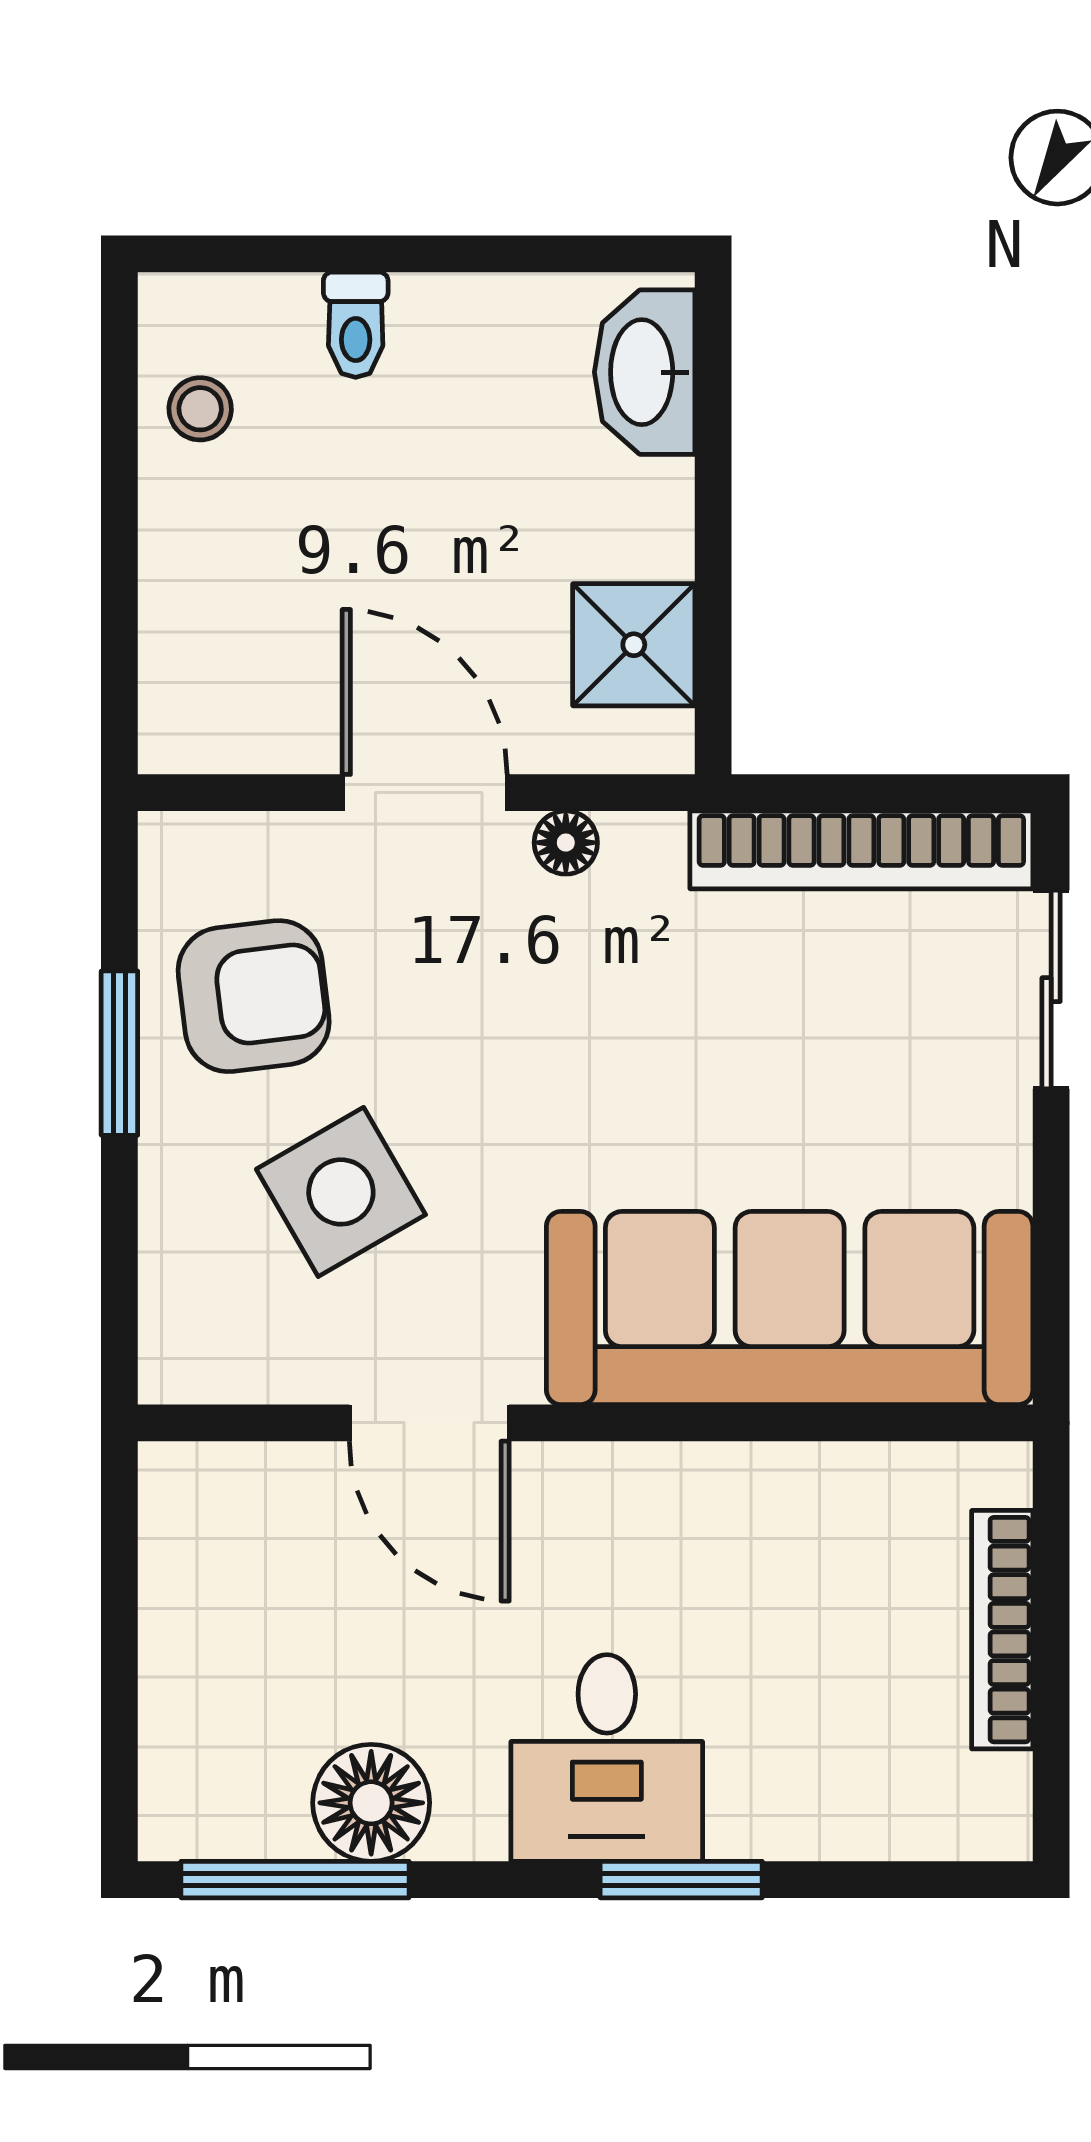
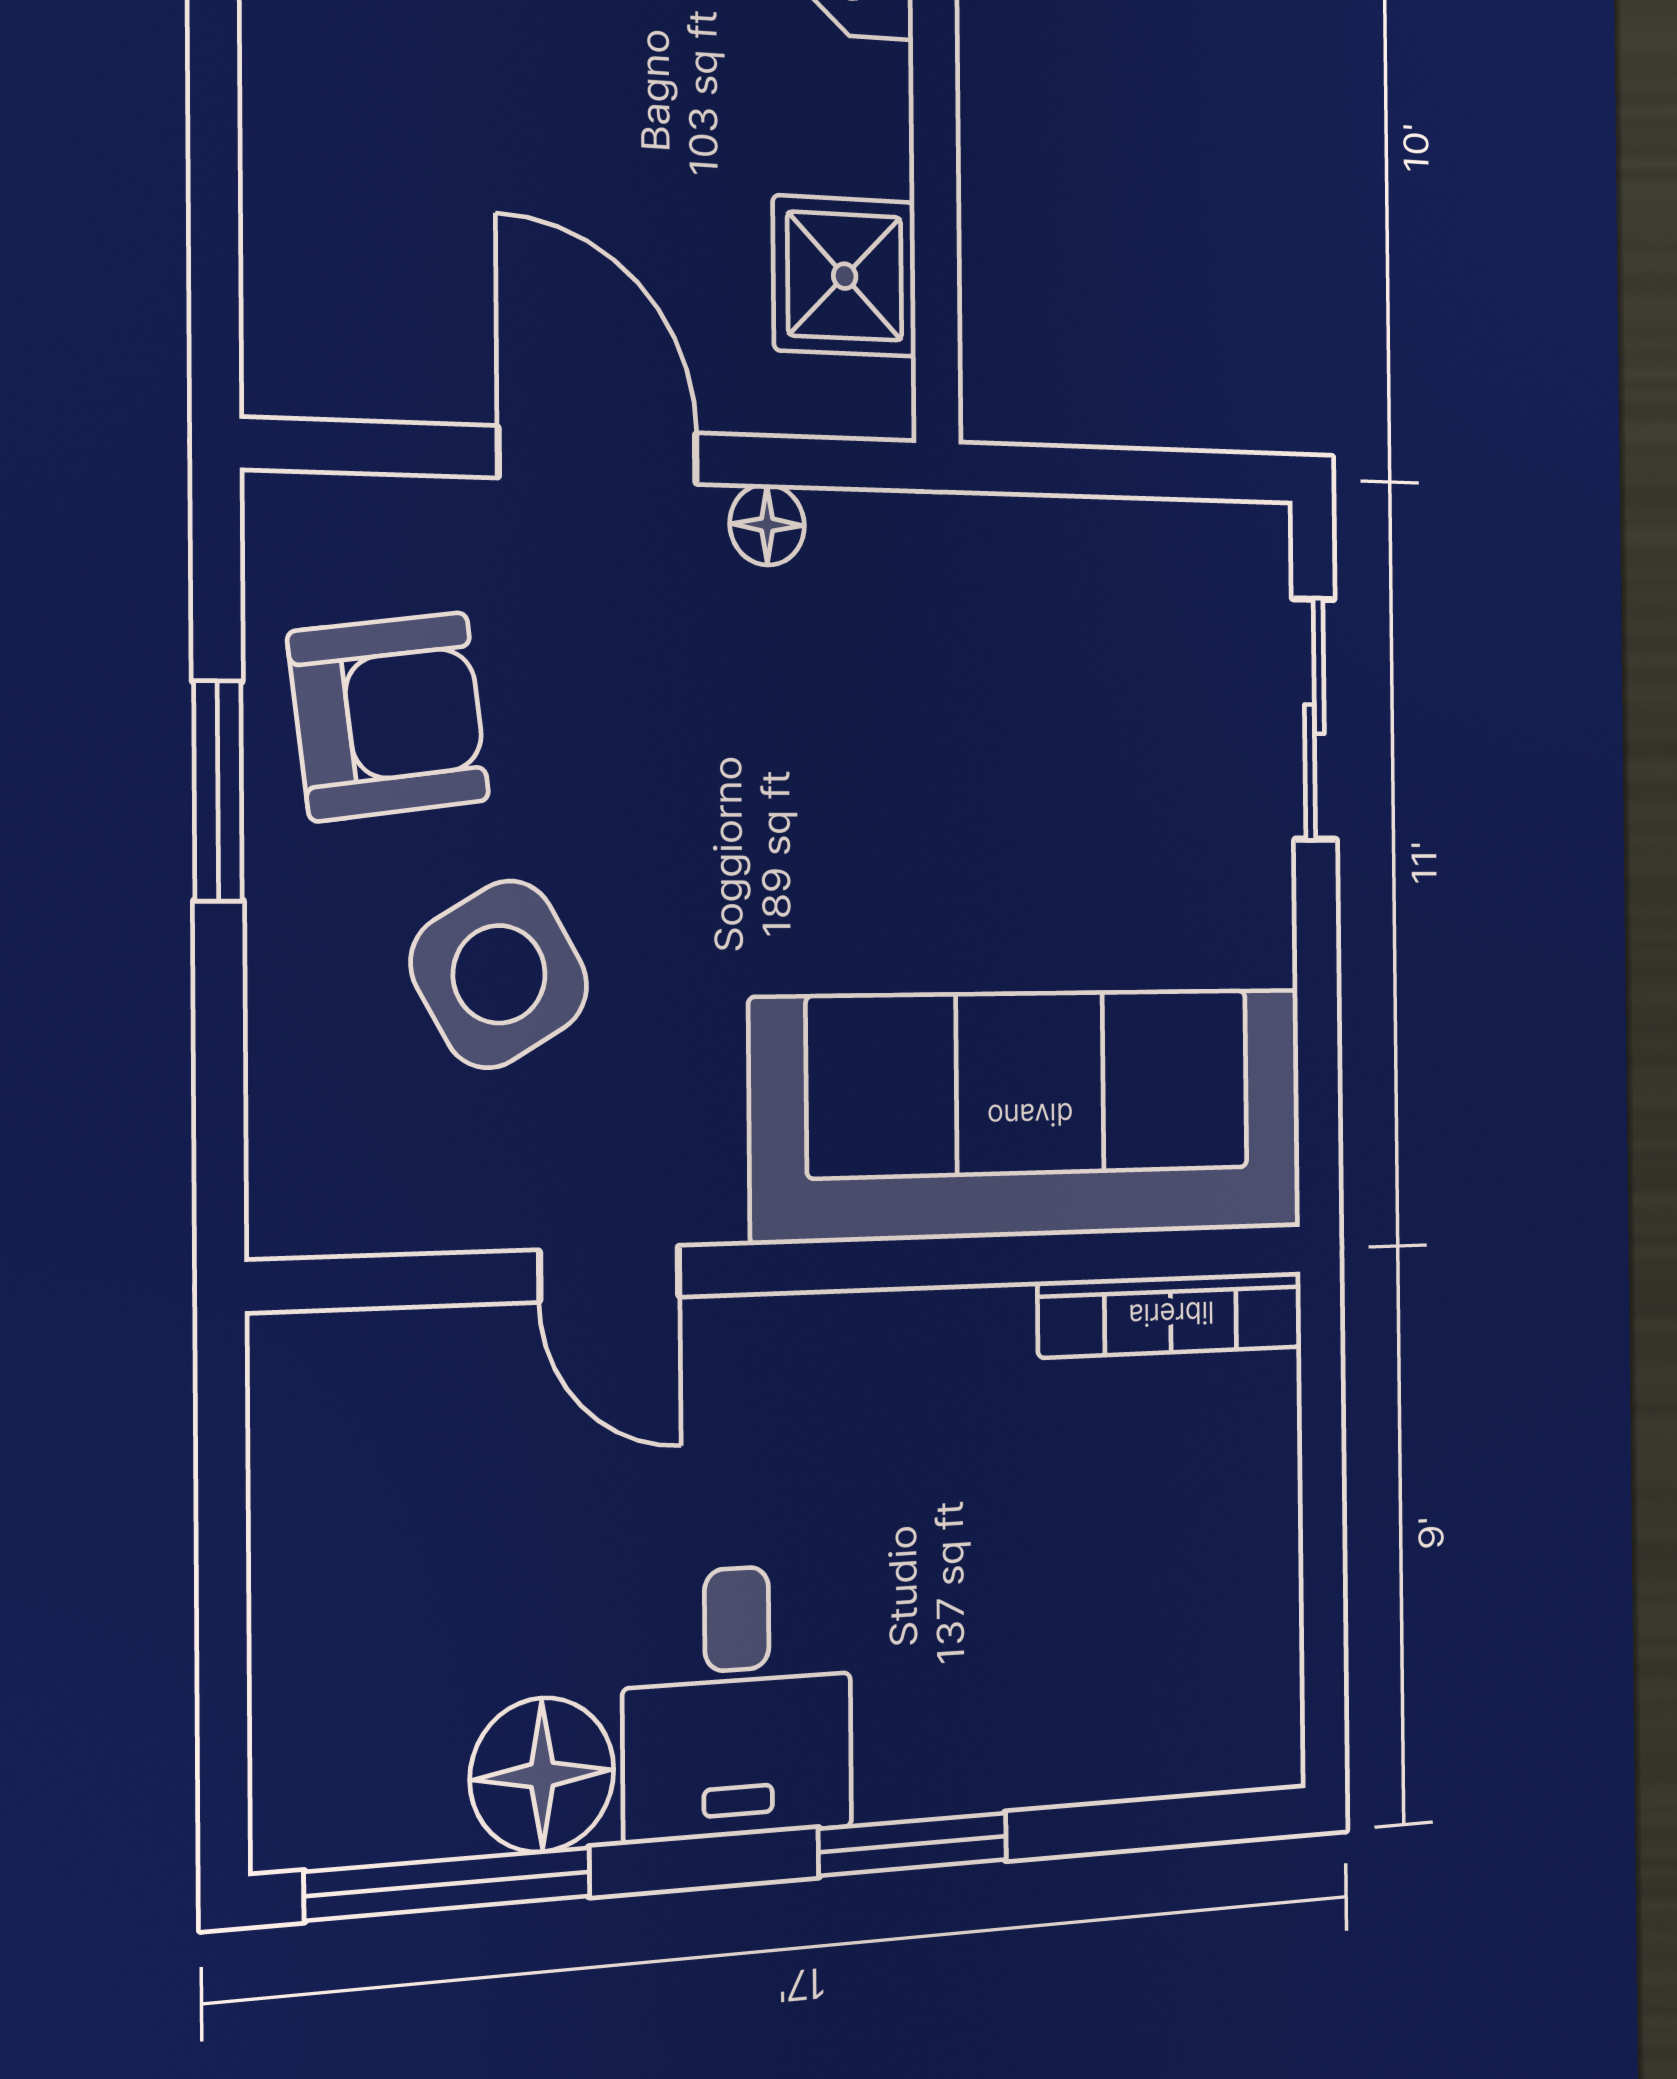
bookcase: (861, 850) -> (1106, 543), removed
door: (429, 1423) -> (610, 1274), width x0.73
bookcase: (1002, 1630) -> (1171, 1314), moved, turned -90
desk: (607, 1758) -> (737, 1702), moved

